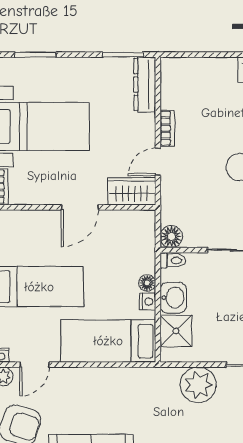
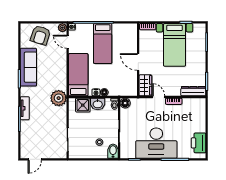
plant: (198, 385) -> (59, 98), moved

